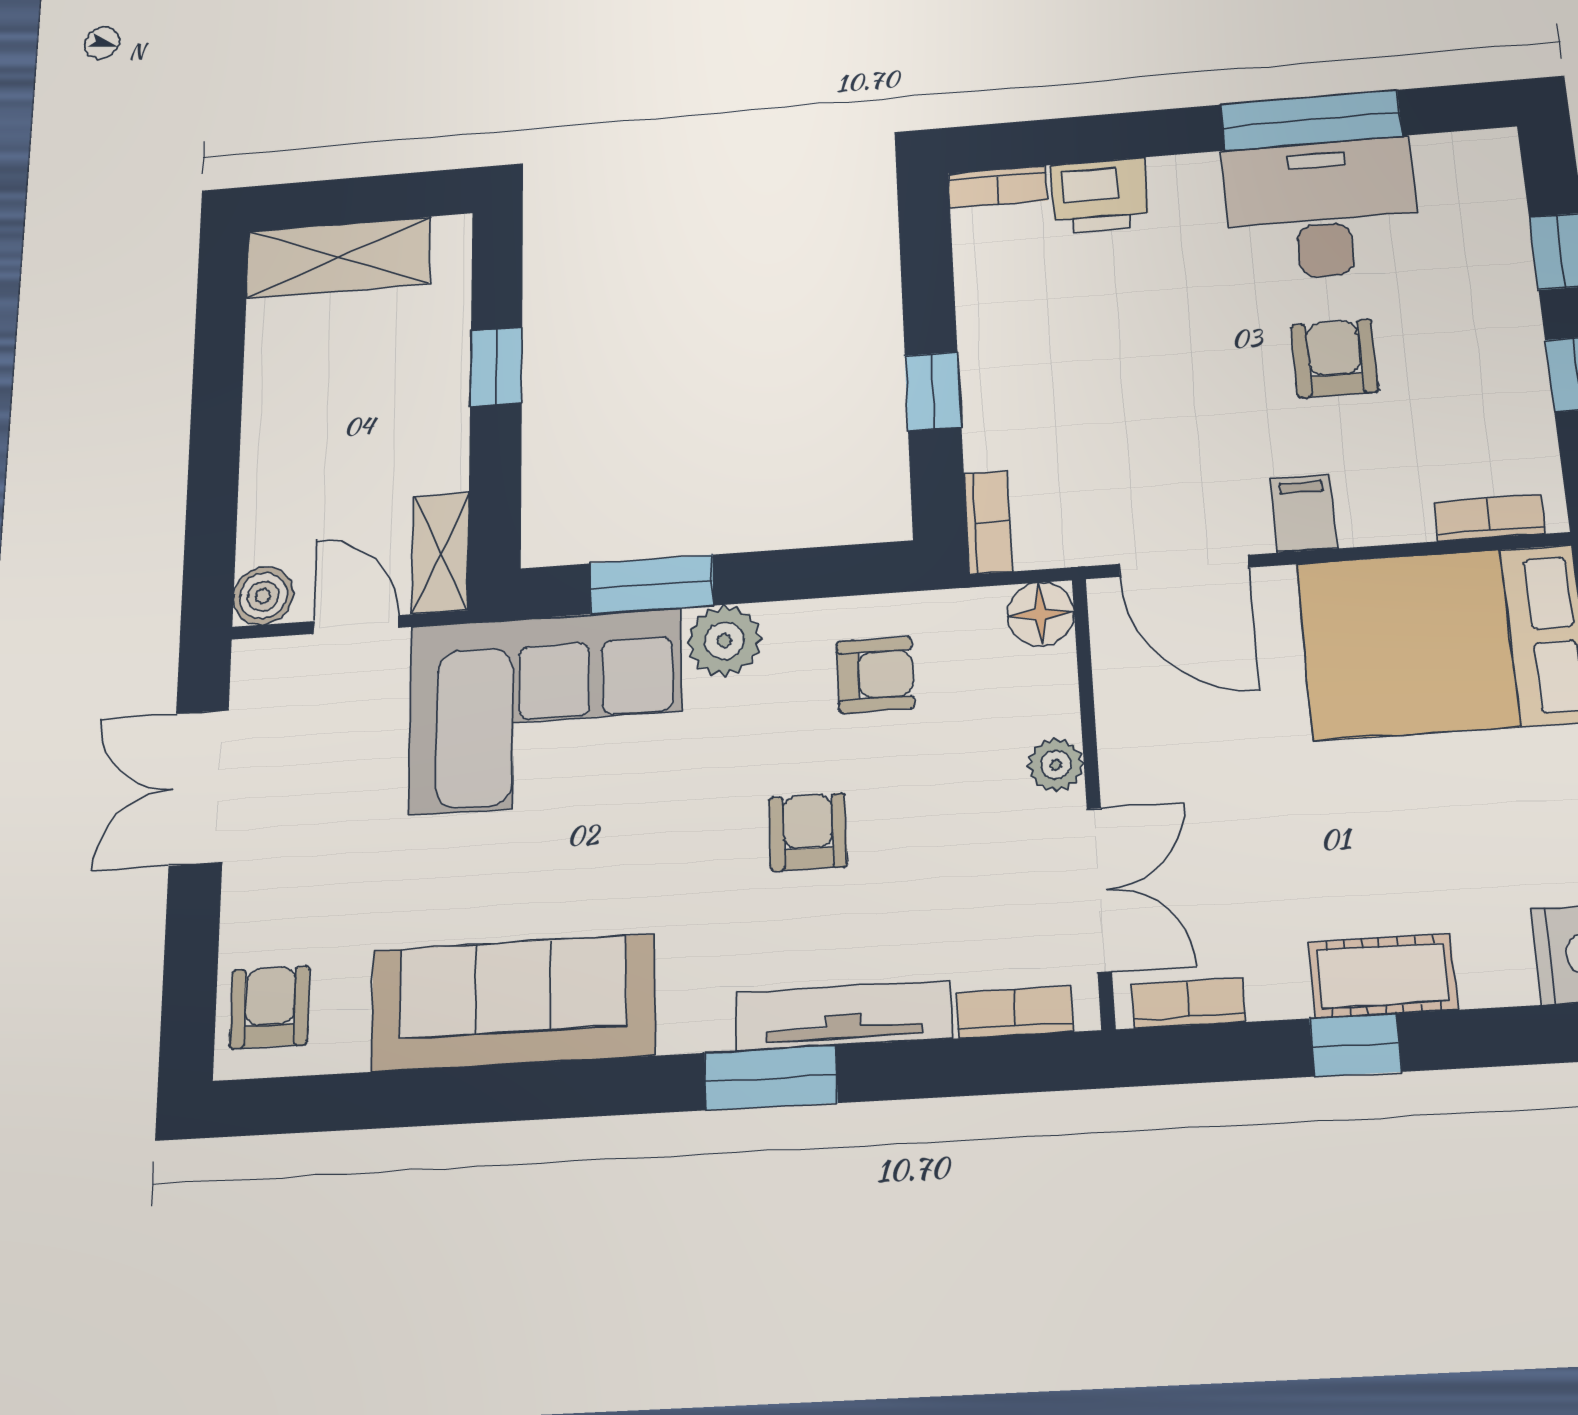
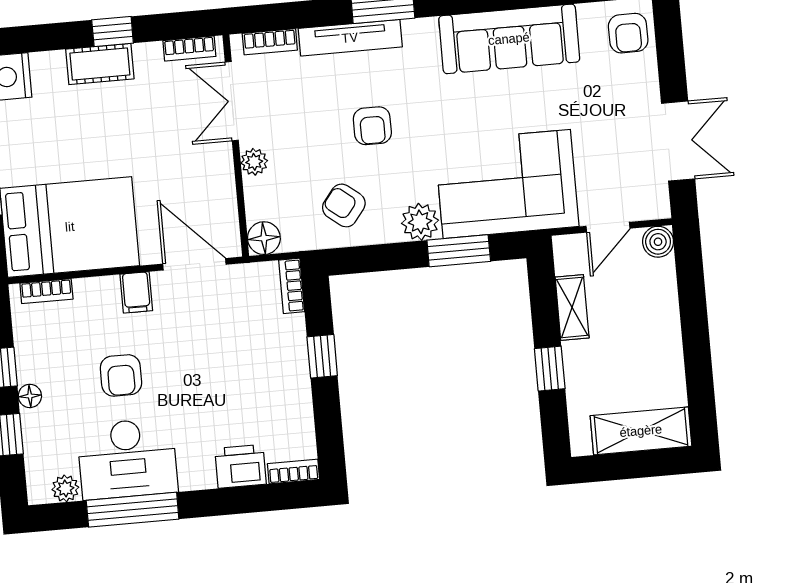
plant: (1444, 156) -> (65, 488), added
floor lamp: (1519, 322) -> (30, 396), added
shelving: (441, 553) -> (572, 307), moved
door: (356, 624) -> (608, 227), hinge flipped
armchair: (875, 675) -> (344, 205), turned 38

